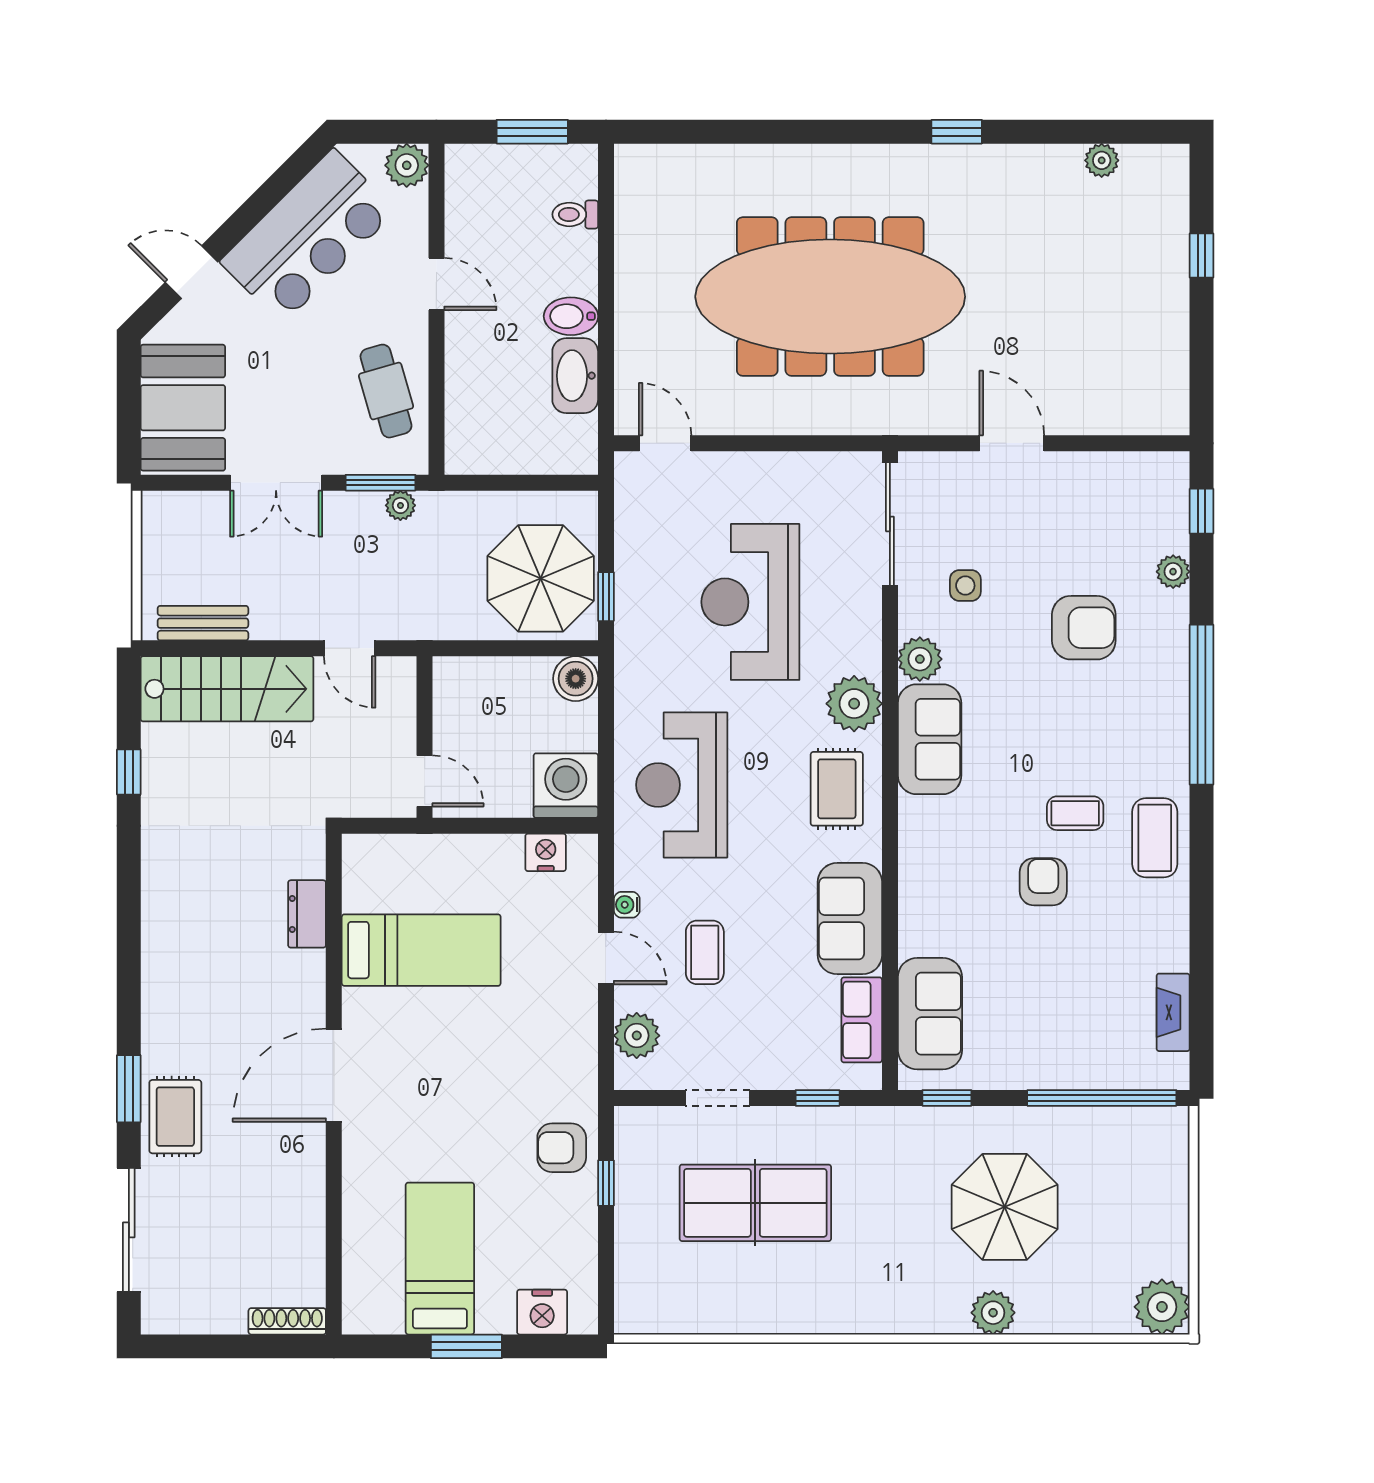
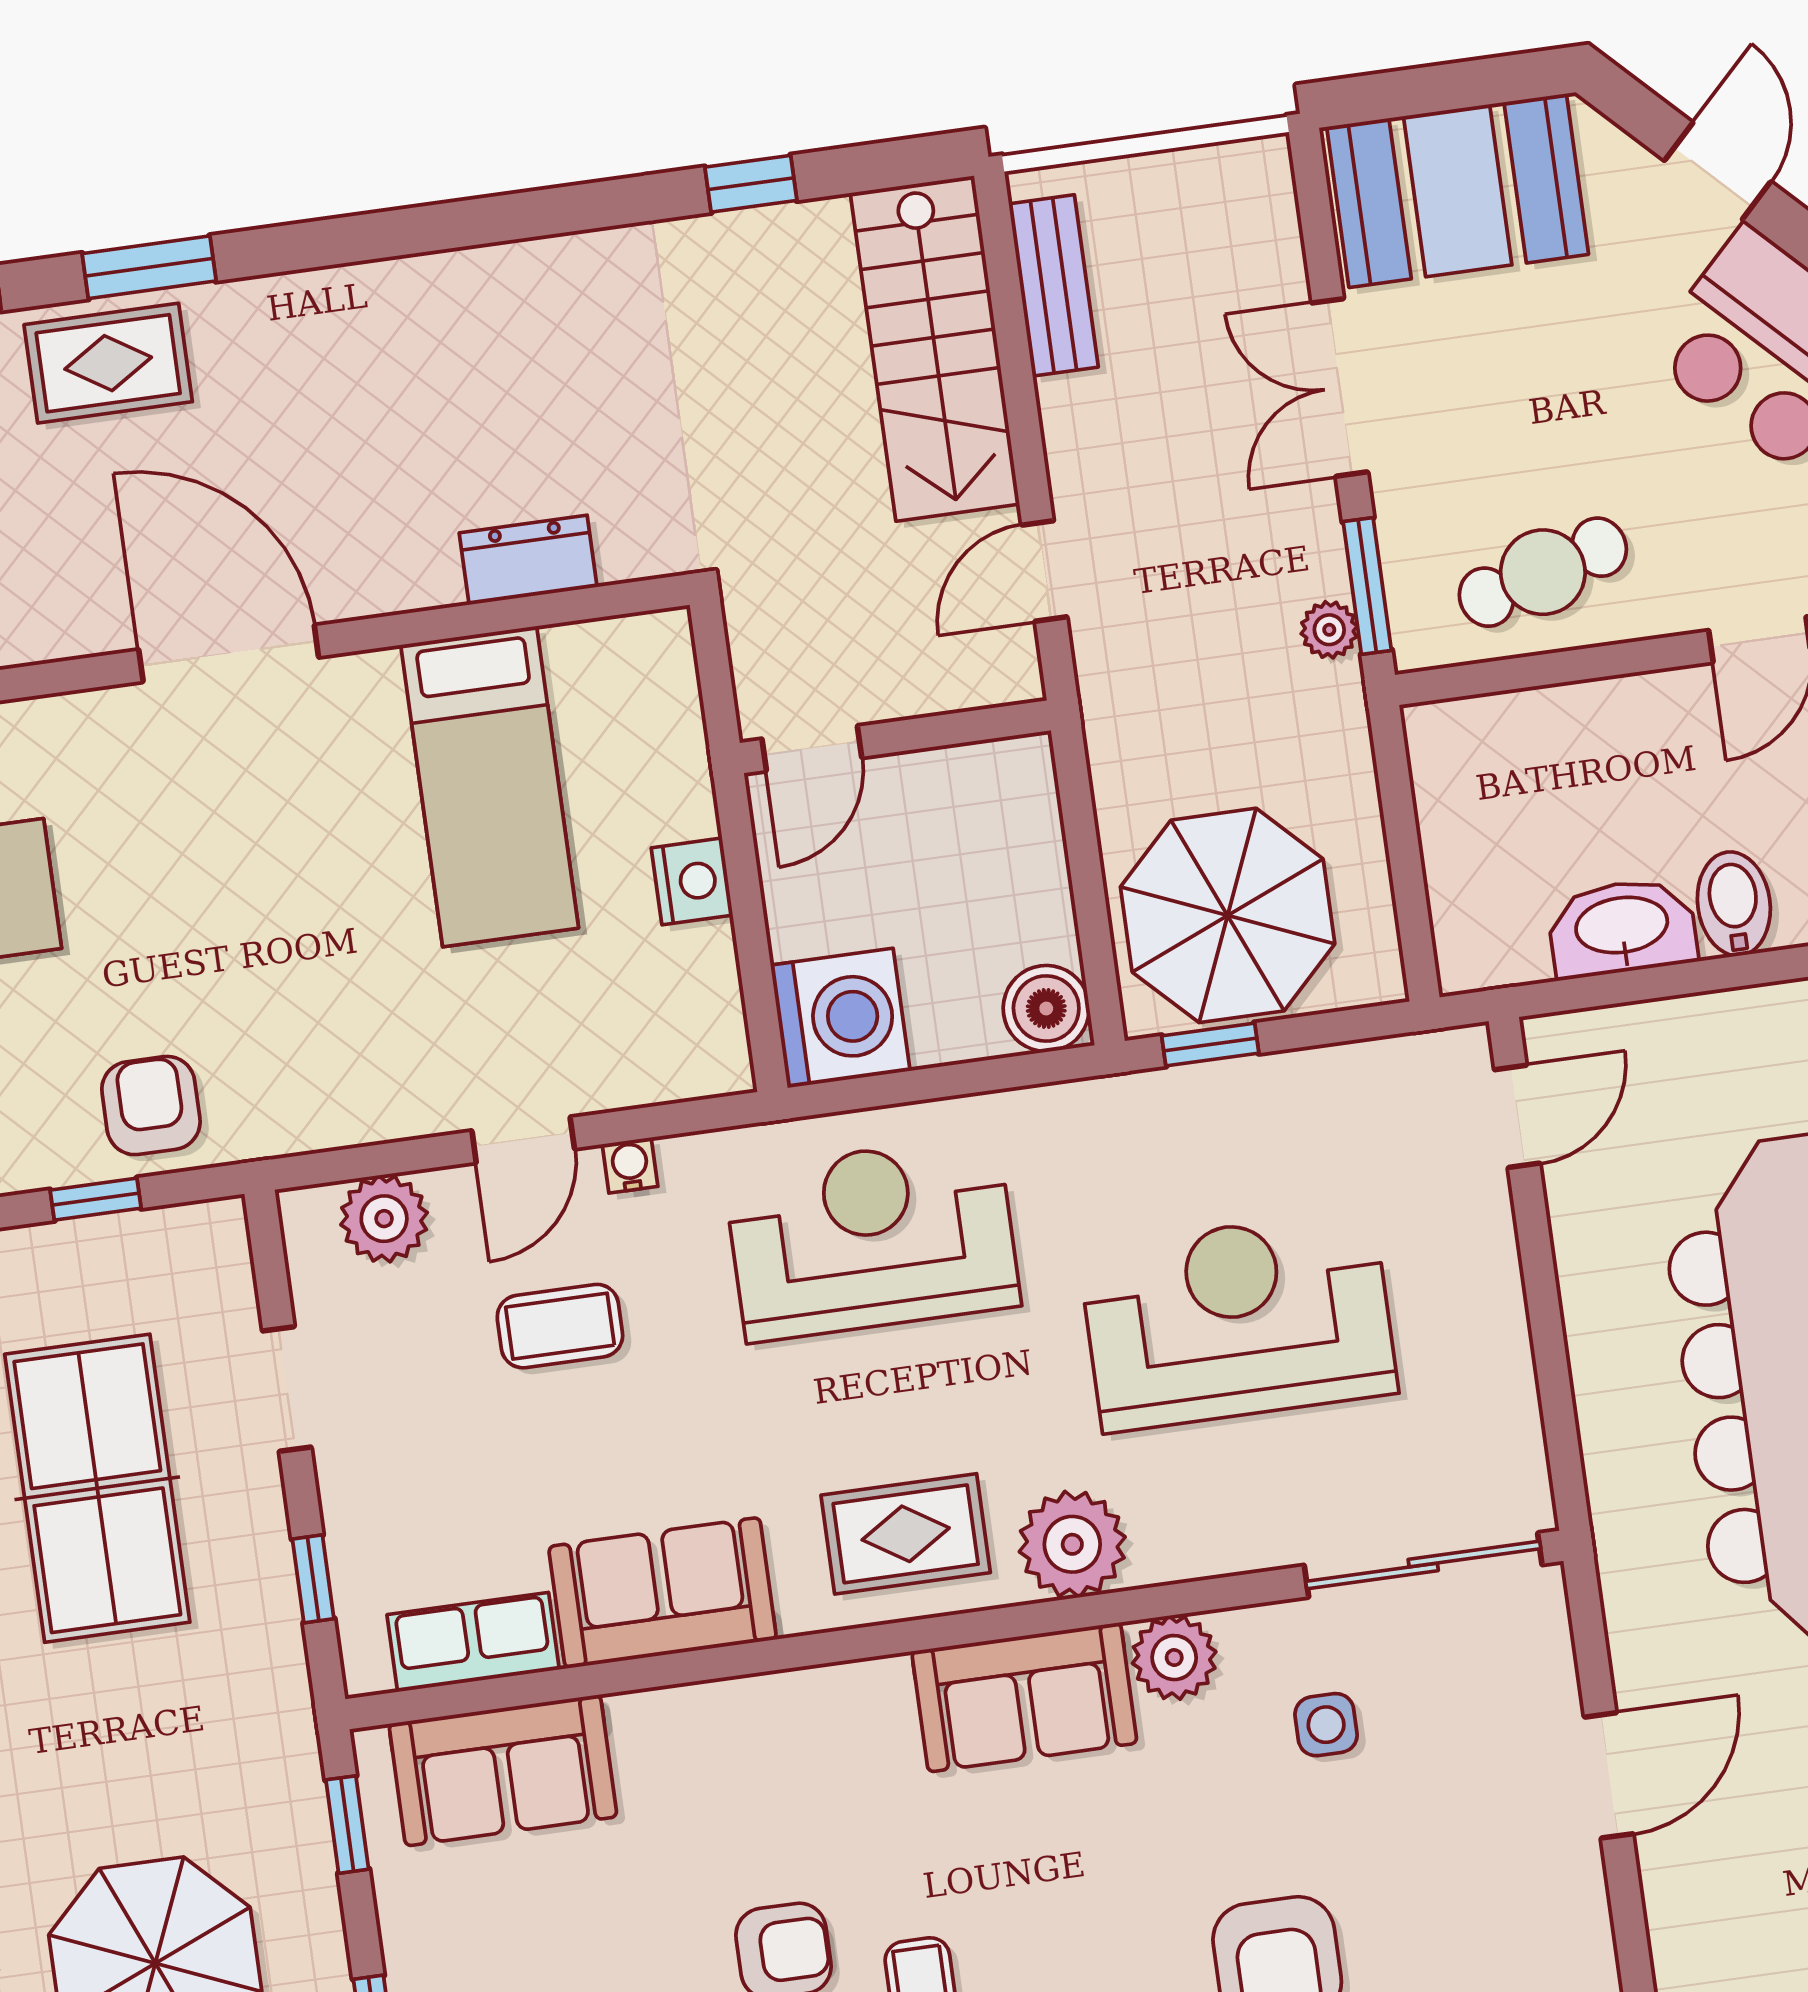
nightstand: (546, 852) -> (692, 881), moved

